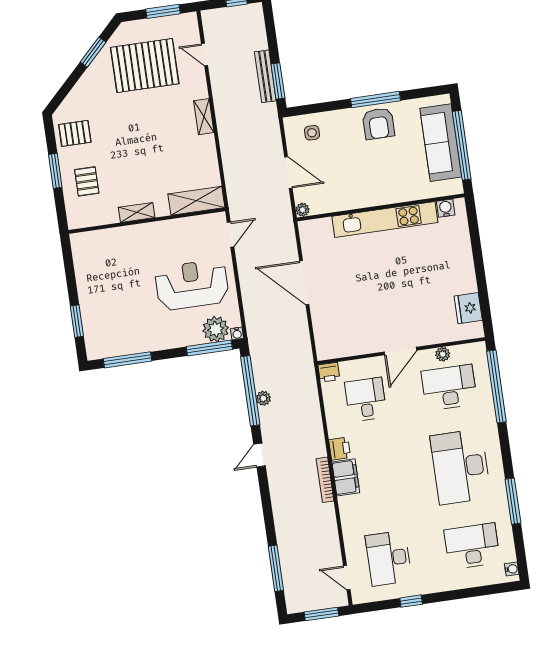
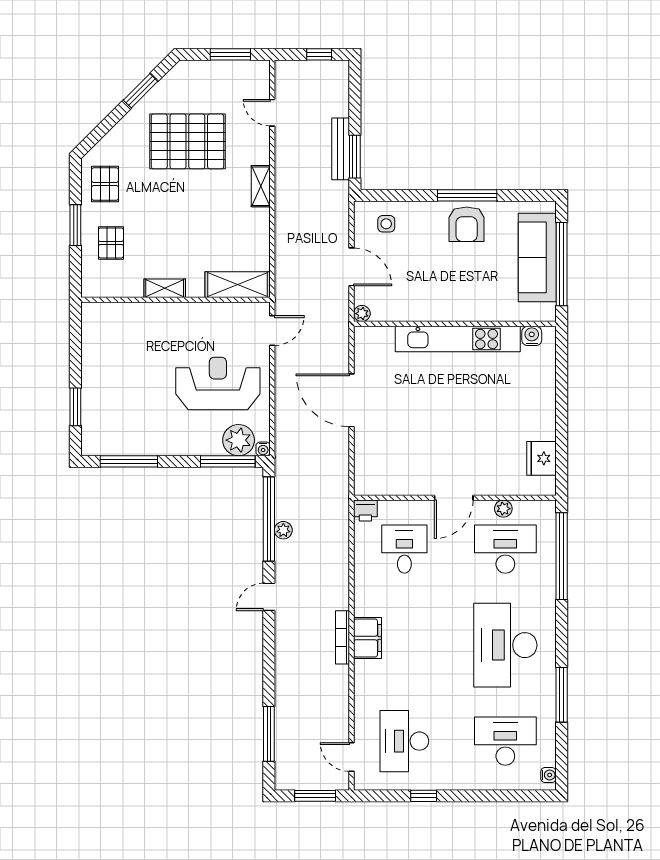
pallet: (145, 66) -> (187, 141), moved
pallet: (75, 133) -> (105, 184), turned 90
printer: (340, 449) -> (365, 603), removed

